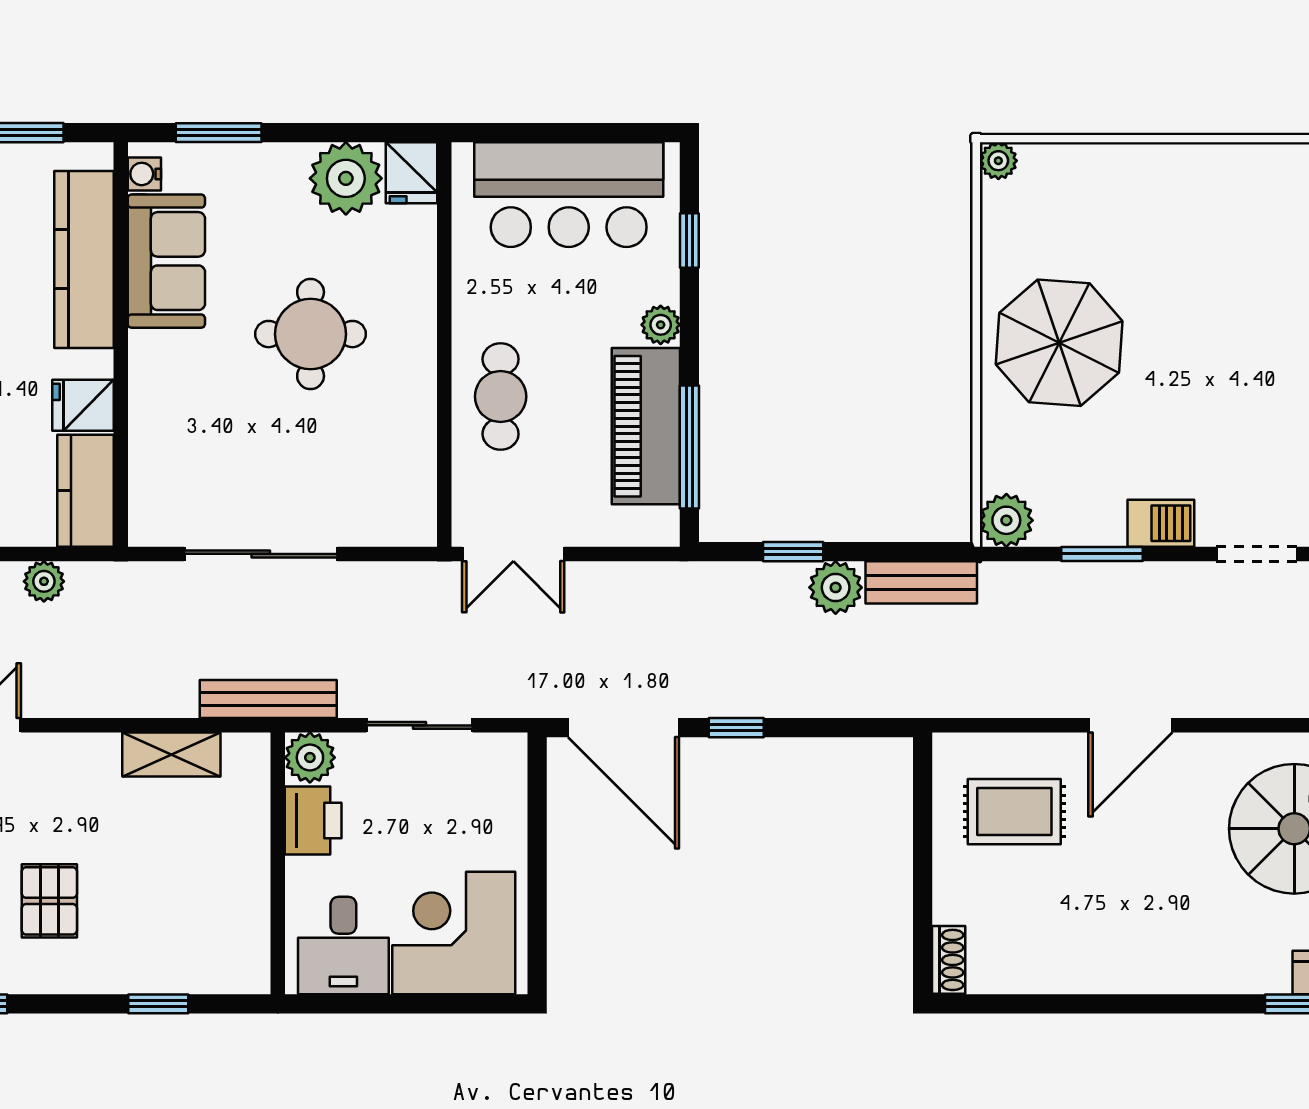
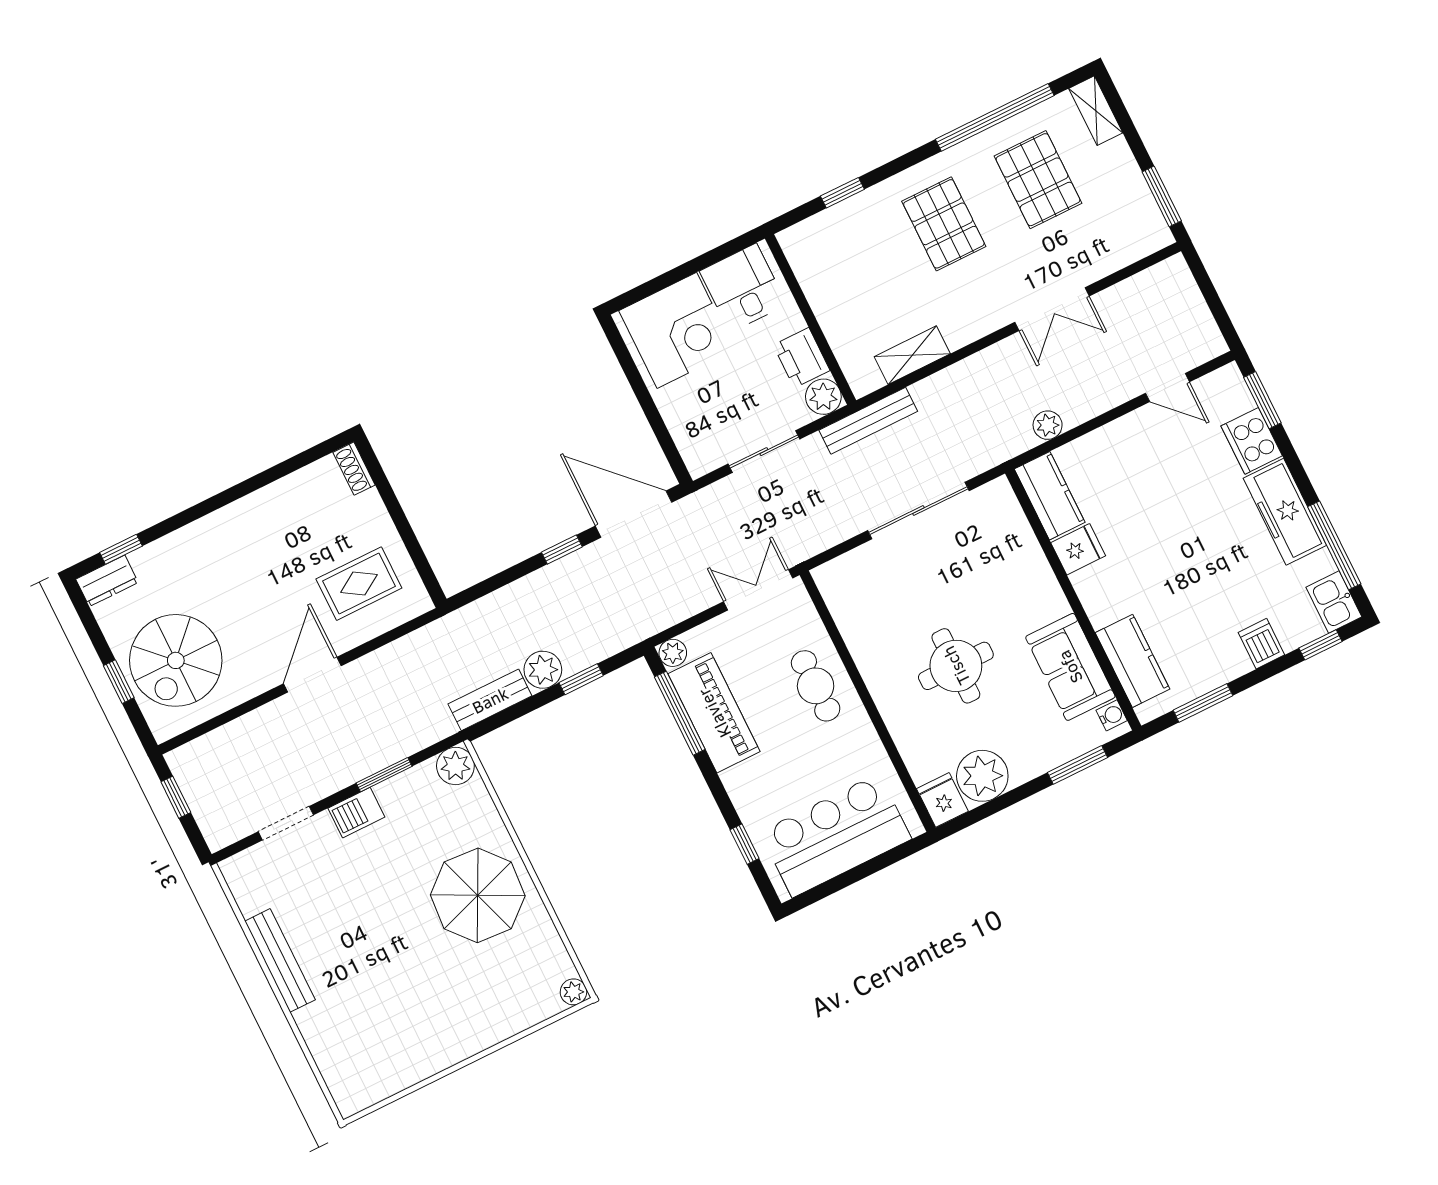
kitchen counter: (84, 259) -> (1132, 661), width x0.67
plant: (661, 325) -> (673, 653), moved
pallet: (49, 901) -> (944, 224), width x1.50, depth x1.42

